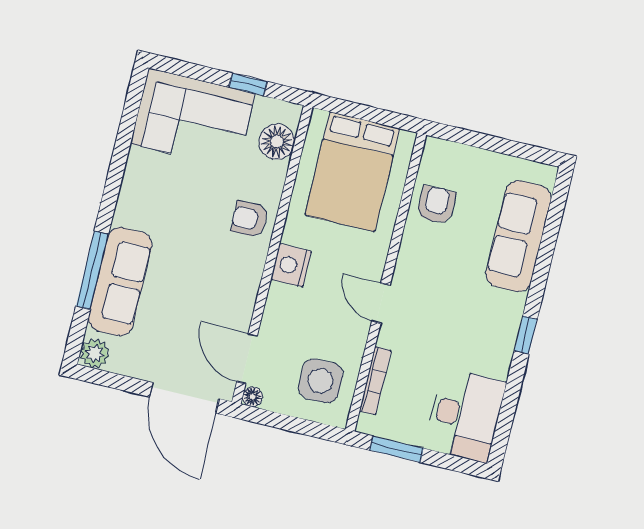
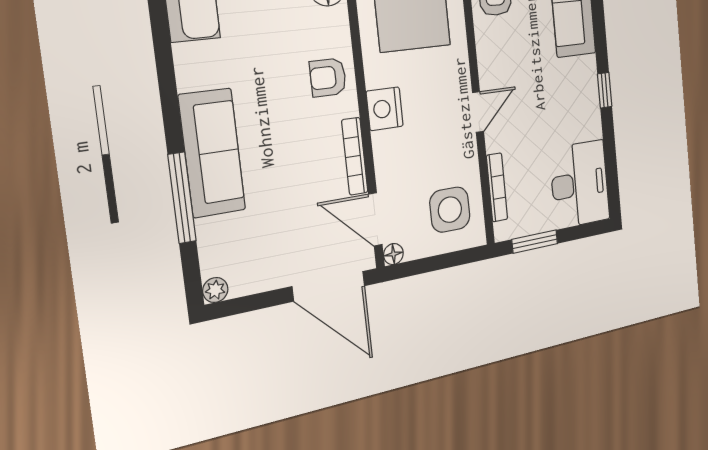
sofa: (120, 282) -> (212, 153), moved
bookcase: (249, 296) -> (355, 156), added
door: (381, 303) -> (478, 112), swing flipped
plant: (95, 353) -> (215, 290), width x0.73, depth x0.73

